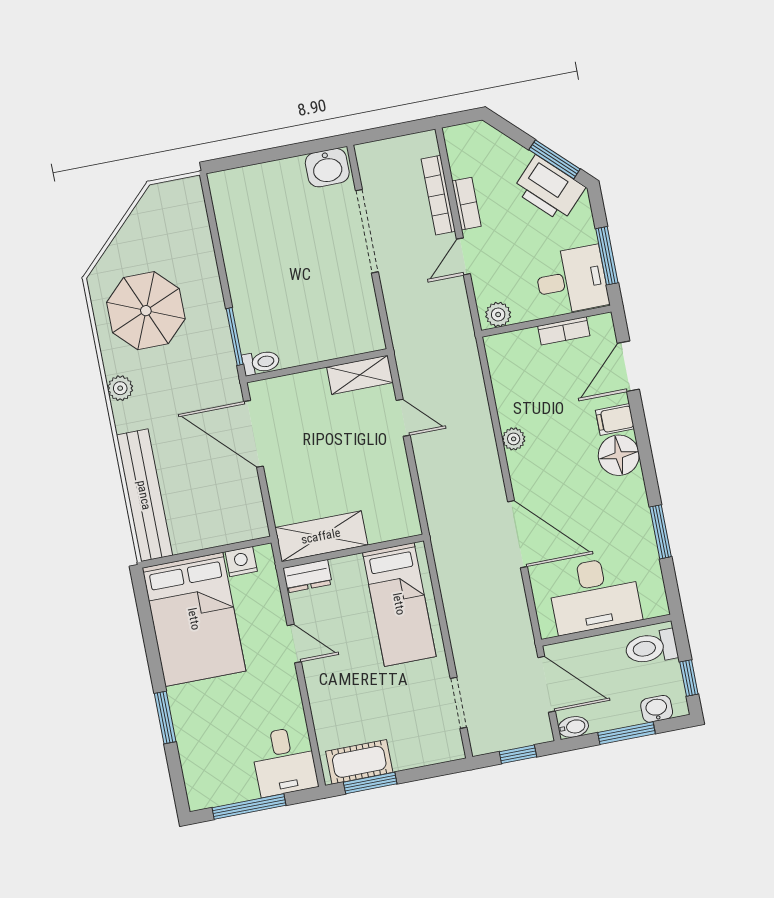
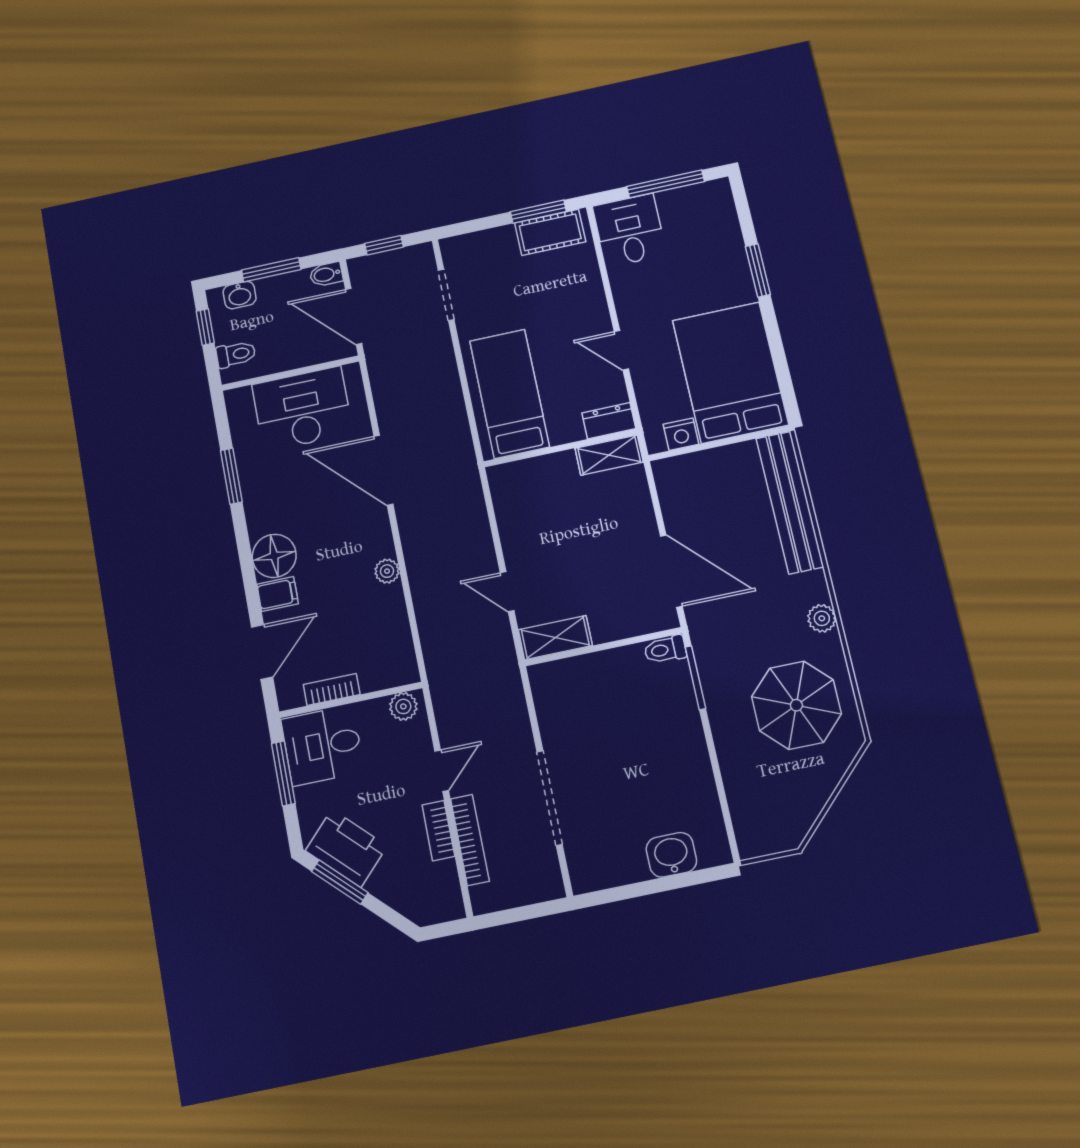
washbasin: (327, 168) -> (671, 855), moved
shelving: (321, 536) -> (609, 455), width x0.67, depth x0.75
toilet: (651, 647) -> (236, 354), width x0.73, depth x0.72

